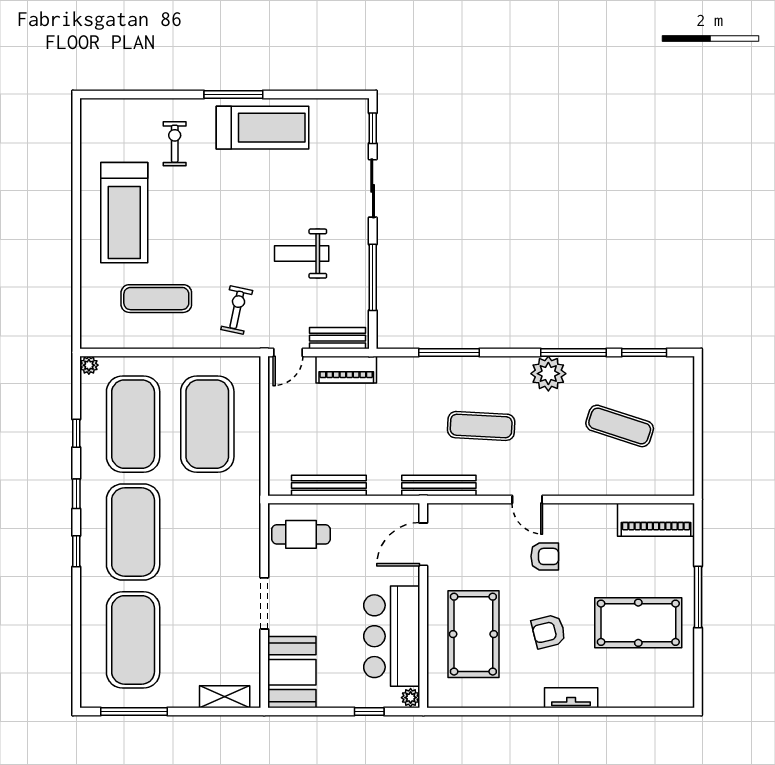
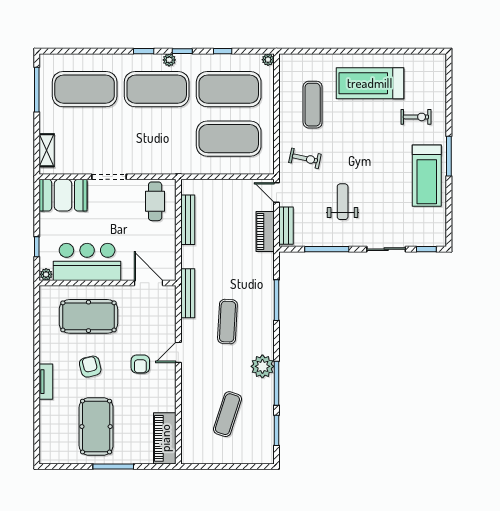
plant: (89, 513) -> (169, 60), added

